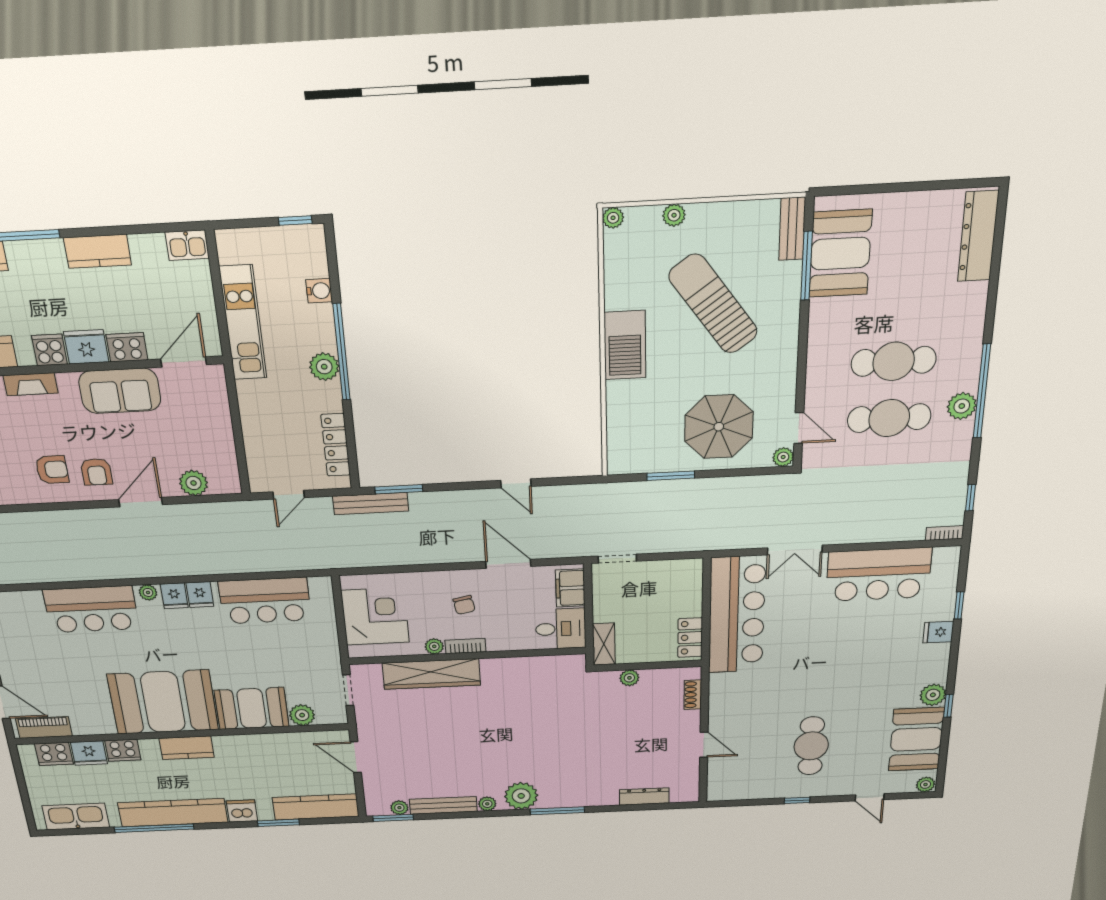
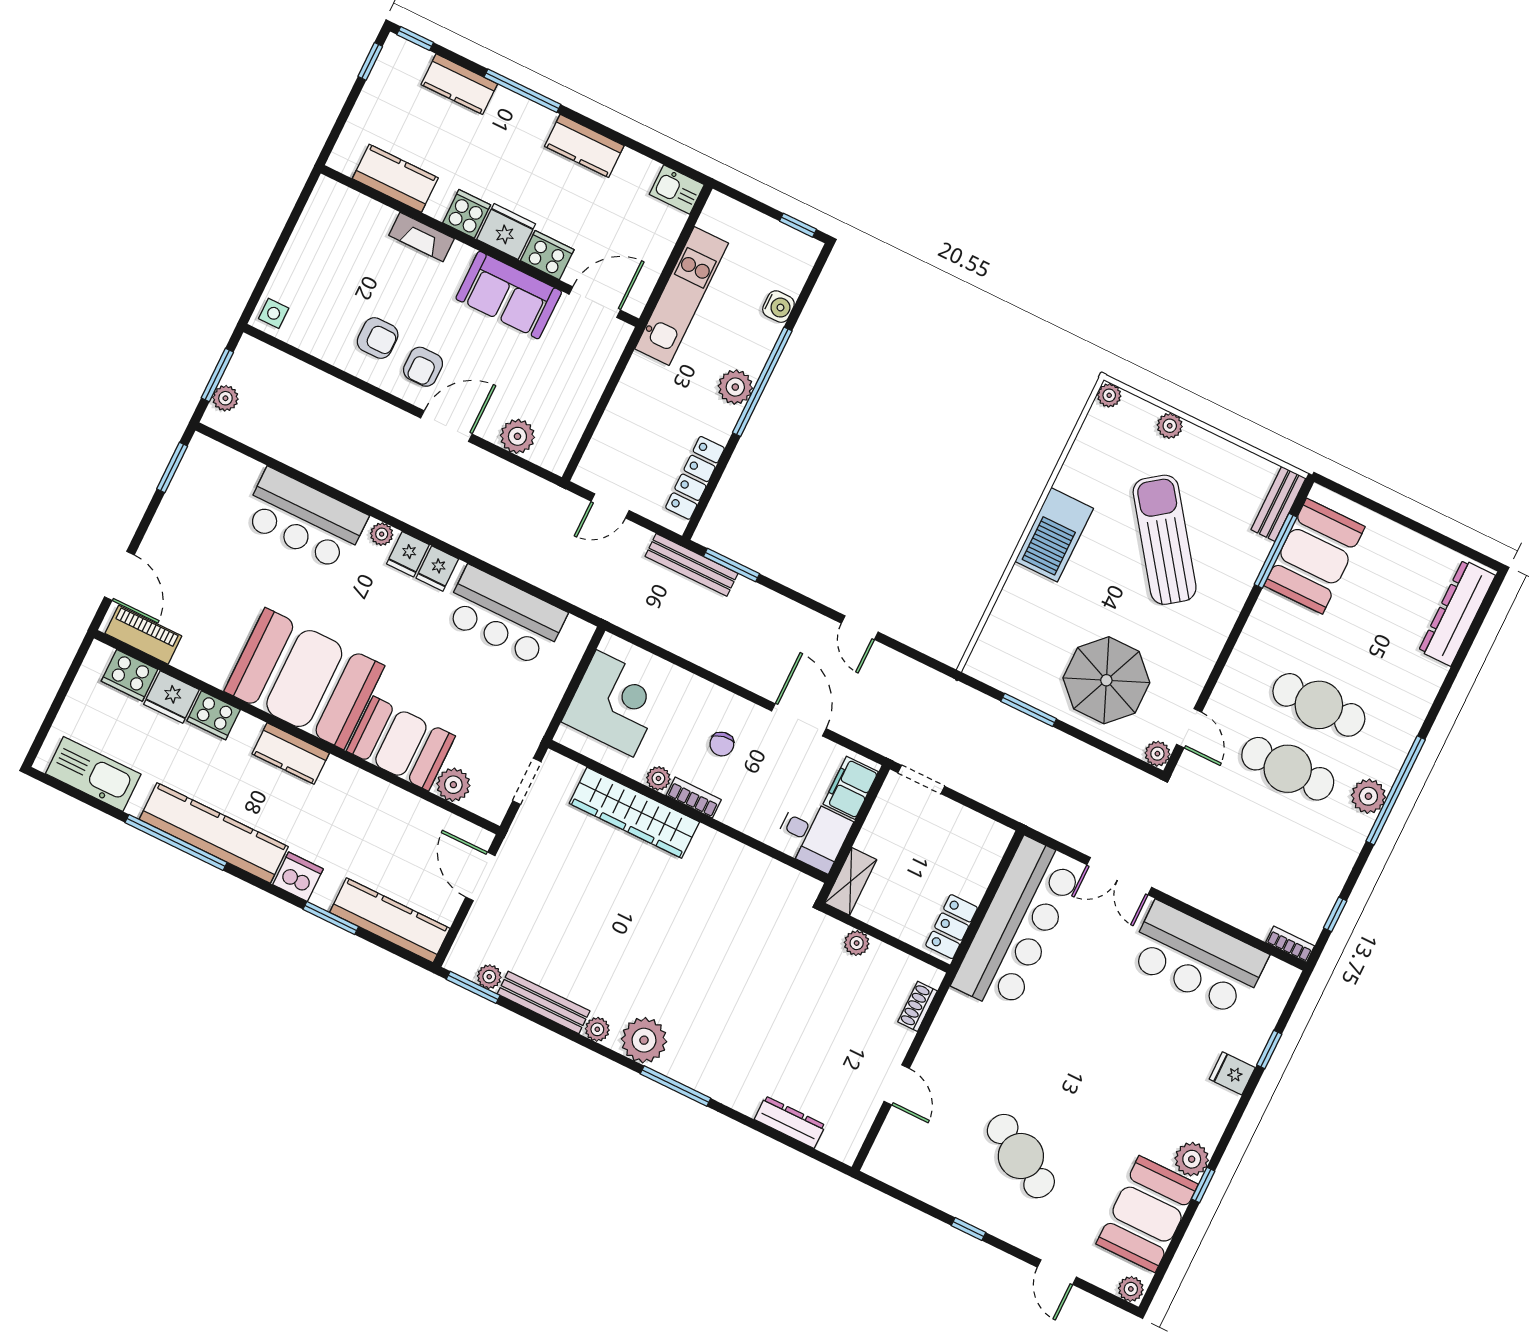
cafe table: (811, 746) -> (1021, 1156), turned -60

